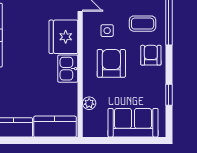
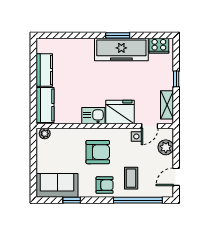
side table: (107, 31) -> (136, 136), moved
plant: (89, 103) -> (45, 134), moved
sofa: (133, 123) -> (57, 185), moved, turned -90

